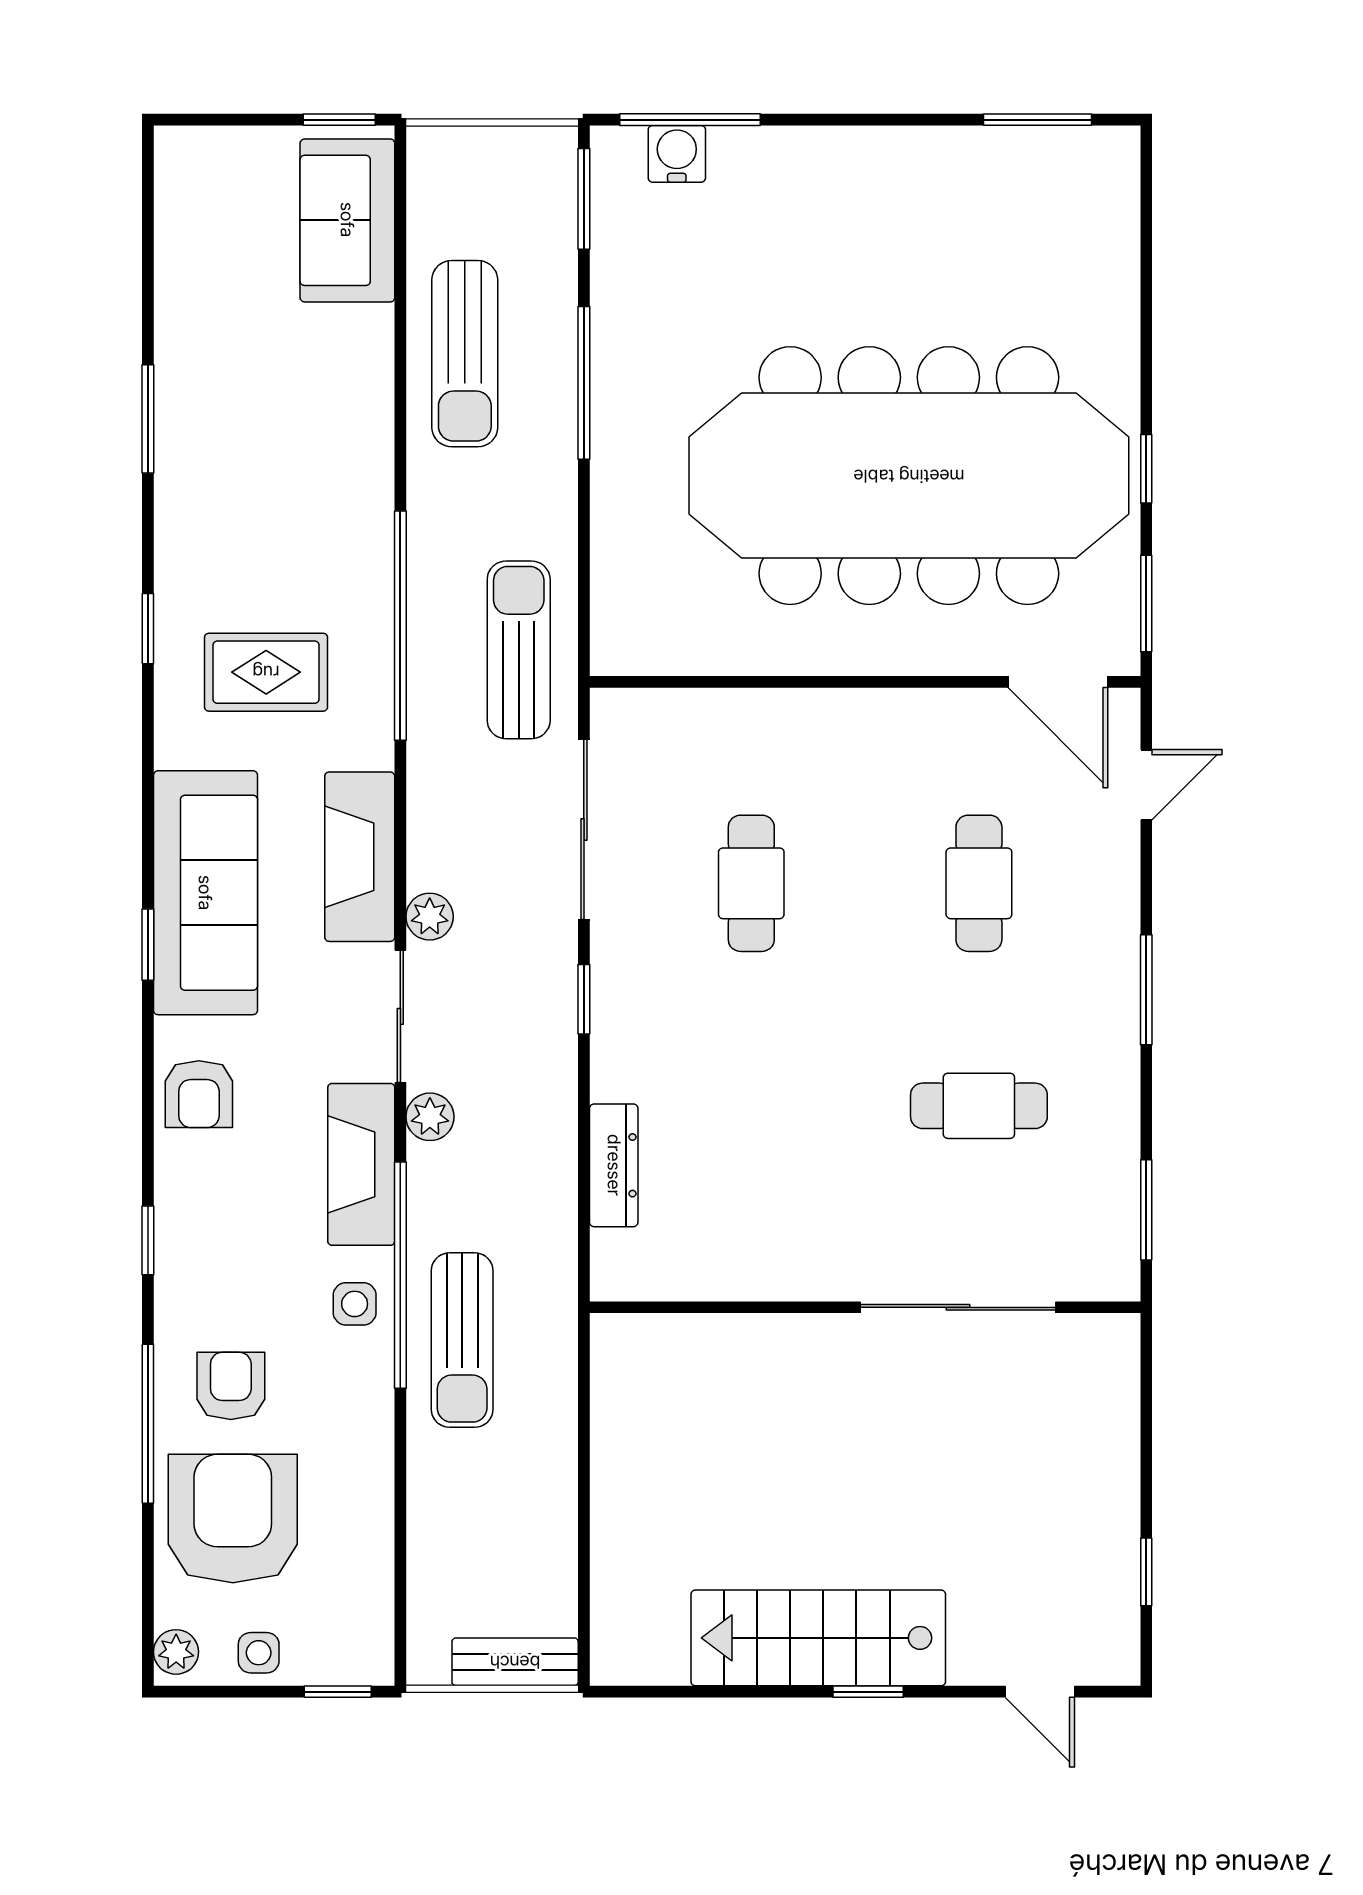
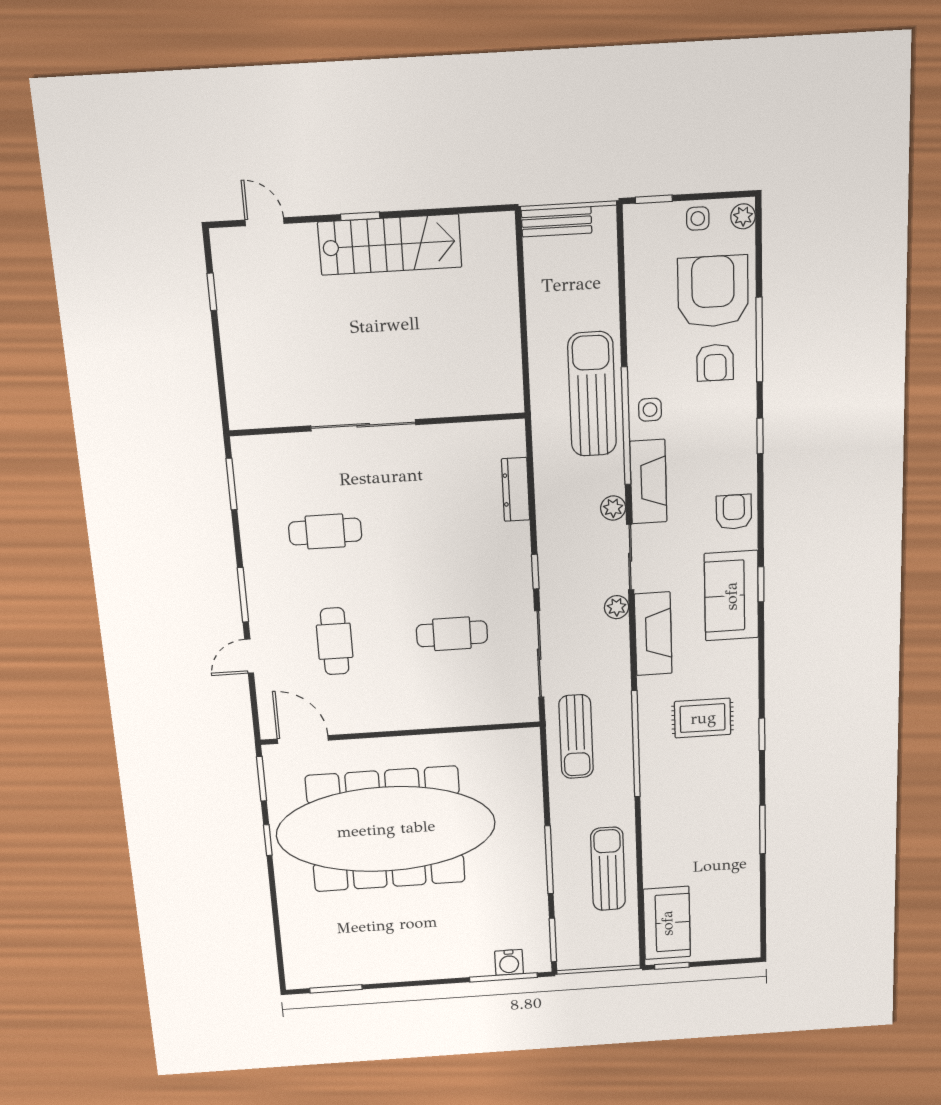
door: (1146, 785) -> (249, 656), moved
cafe table: (751, 883) -> (452, 634), turned 90
sofa: (205, 893) -> (731, 596), width x0.73
sliding door: (958, 1307) -> (363, 425), moved
sun lounger: (462, 1340) -> (592, 394), width x1.36, depth x1.34
armchair: (233, 1519) -> (713, 291), turned 180

